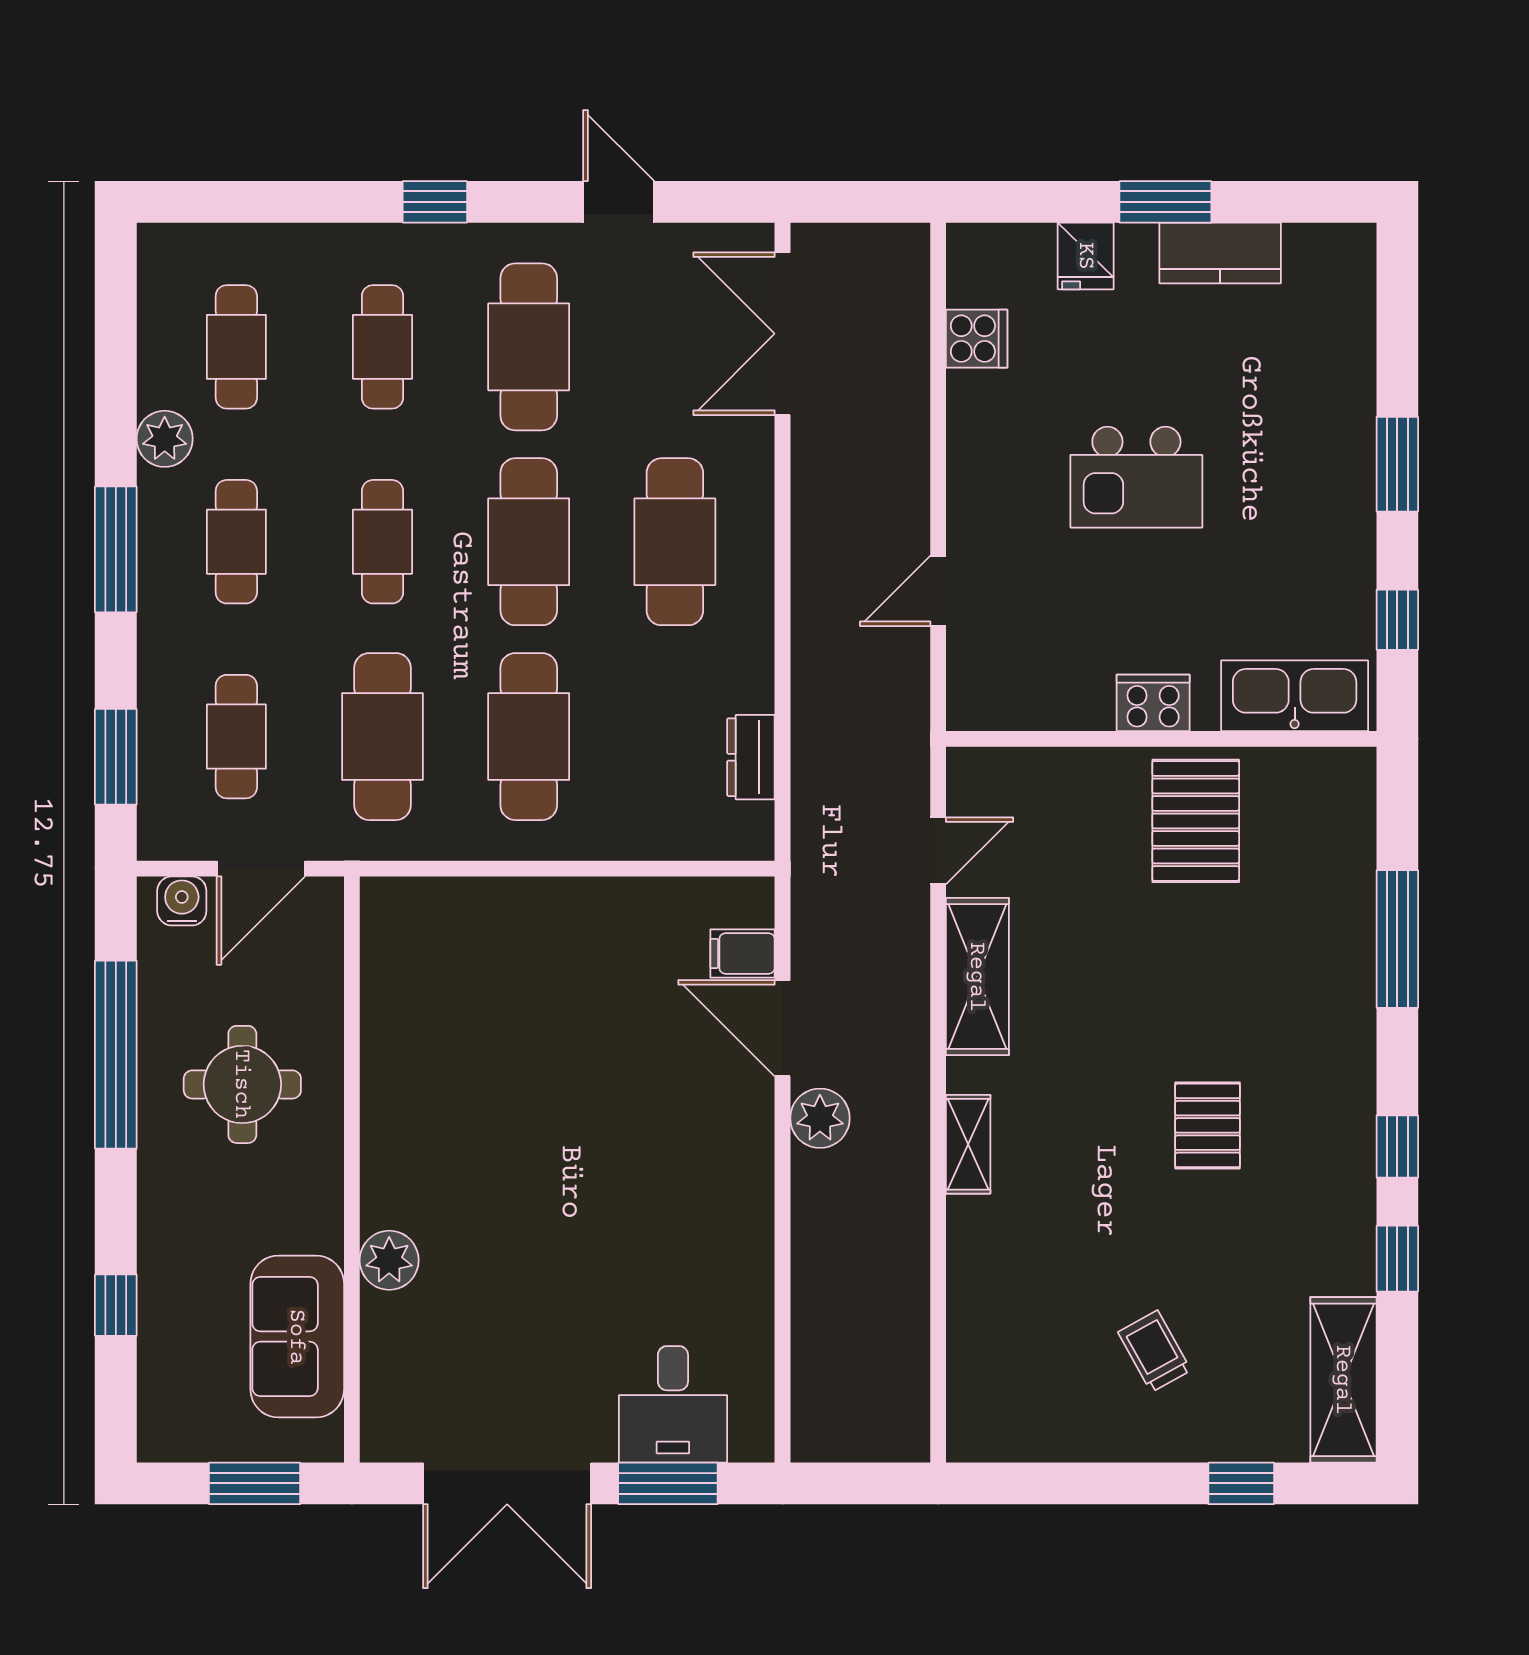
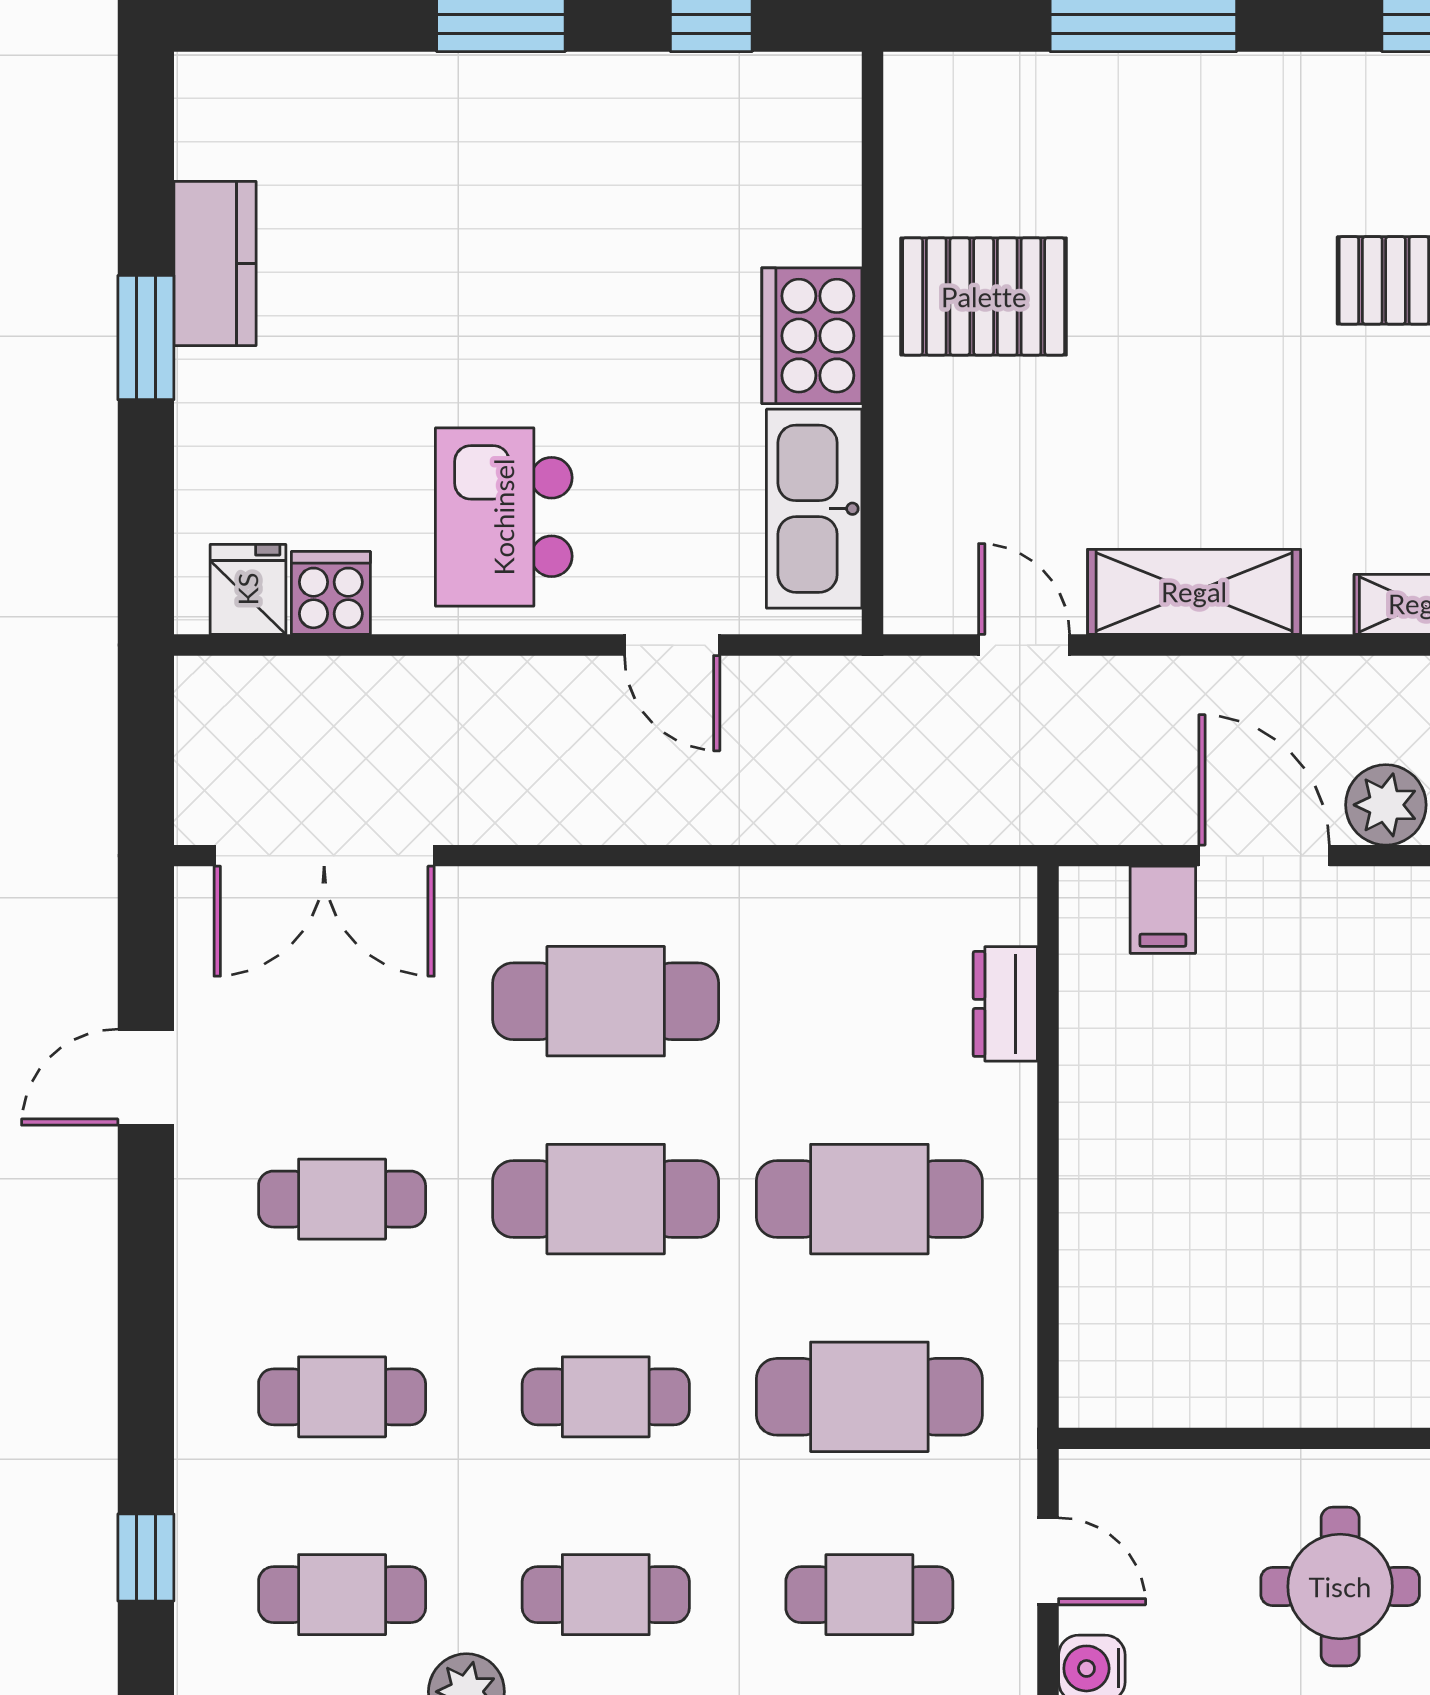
window: (435, 202) -> (146, 1557), moved
fridge: (1086, 256) -> (248, 589), moved, turned -90
cafe table: (529, 347) -> (342, 1199), width x0.73, depth x0.74
kitchen island: (1136, 477) -> (504, 517), moved, turned 180
kitchen sink: (1295, 696) -> (814, 509), moved
cooker: (1153, 703) -> (812, 336), width x1.37, depth x1.31
dresser: (751, 757) -> (1005, 1004), moved, turned 90
door: (261, 869) -> (1048, 1561), width x0.73
door: (782, 1028) -> (1264, 856), swing flipped

